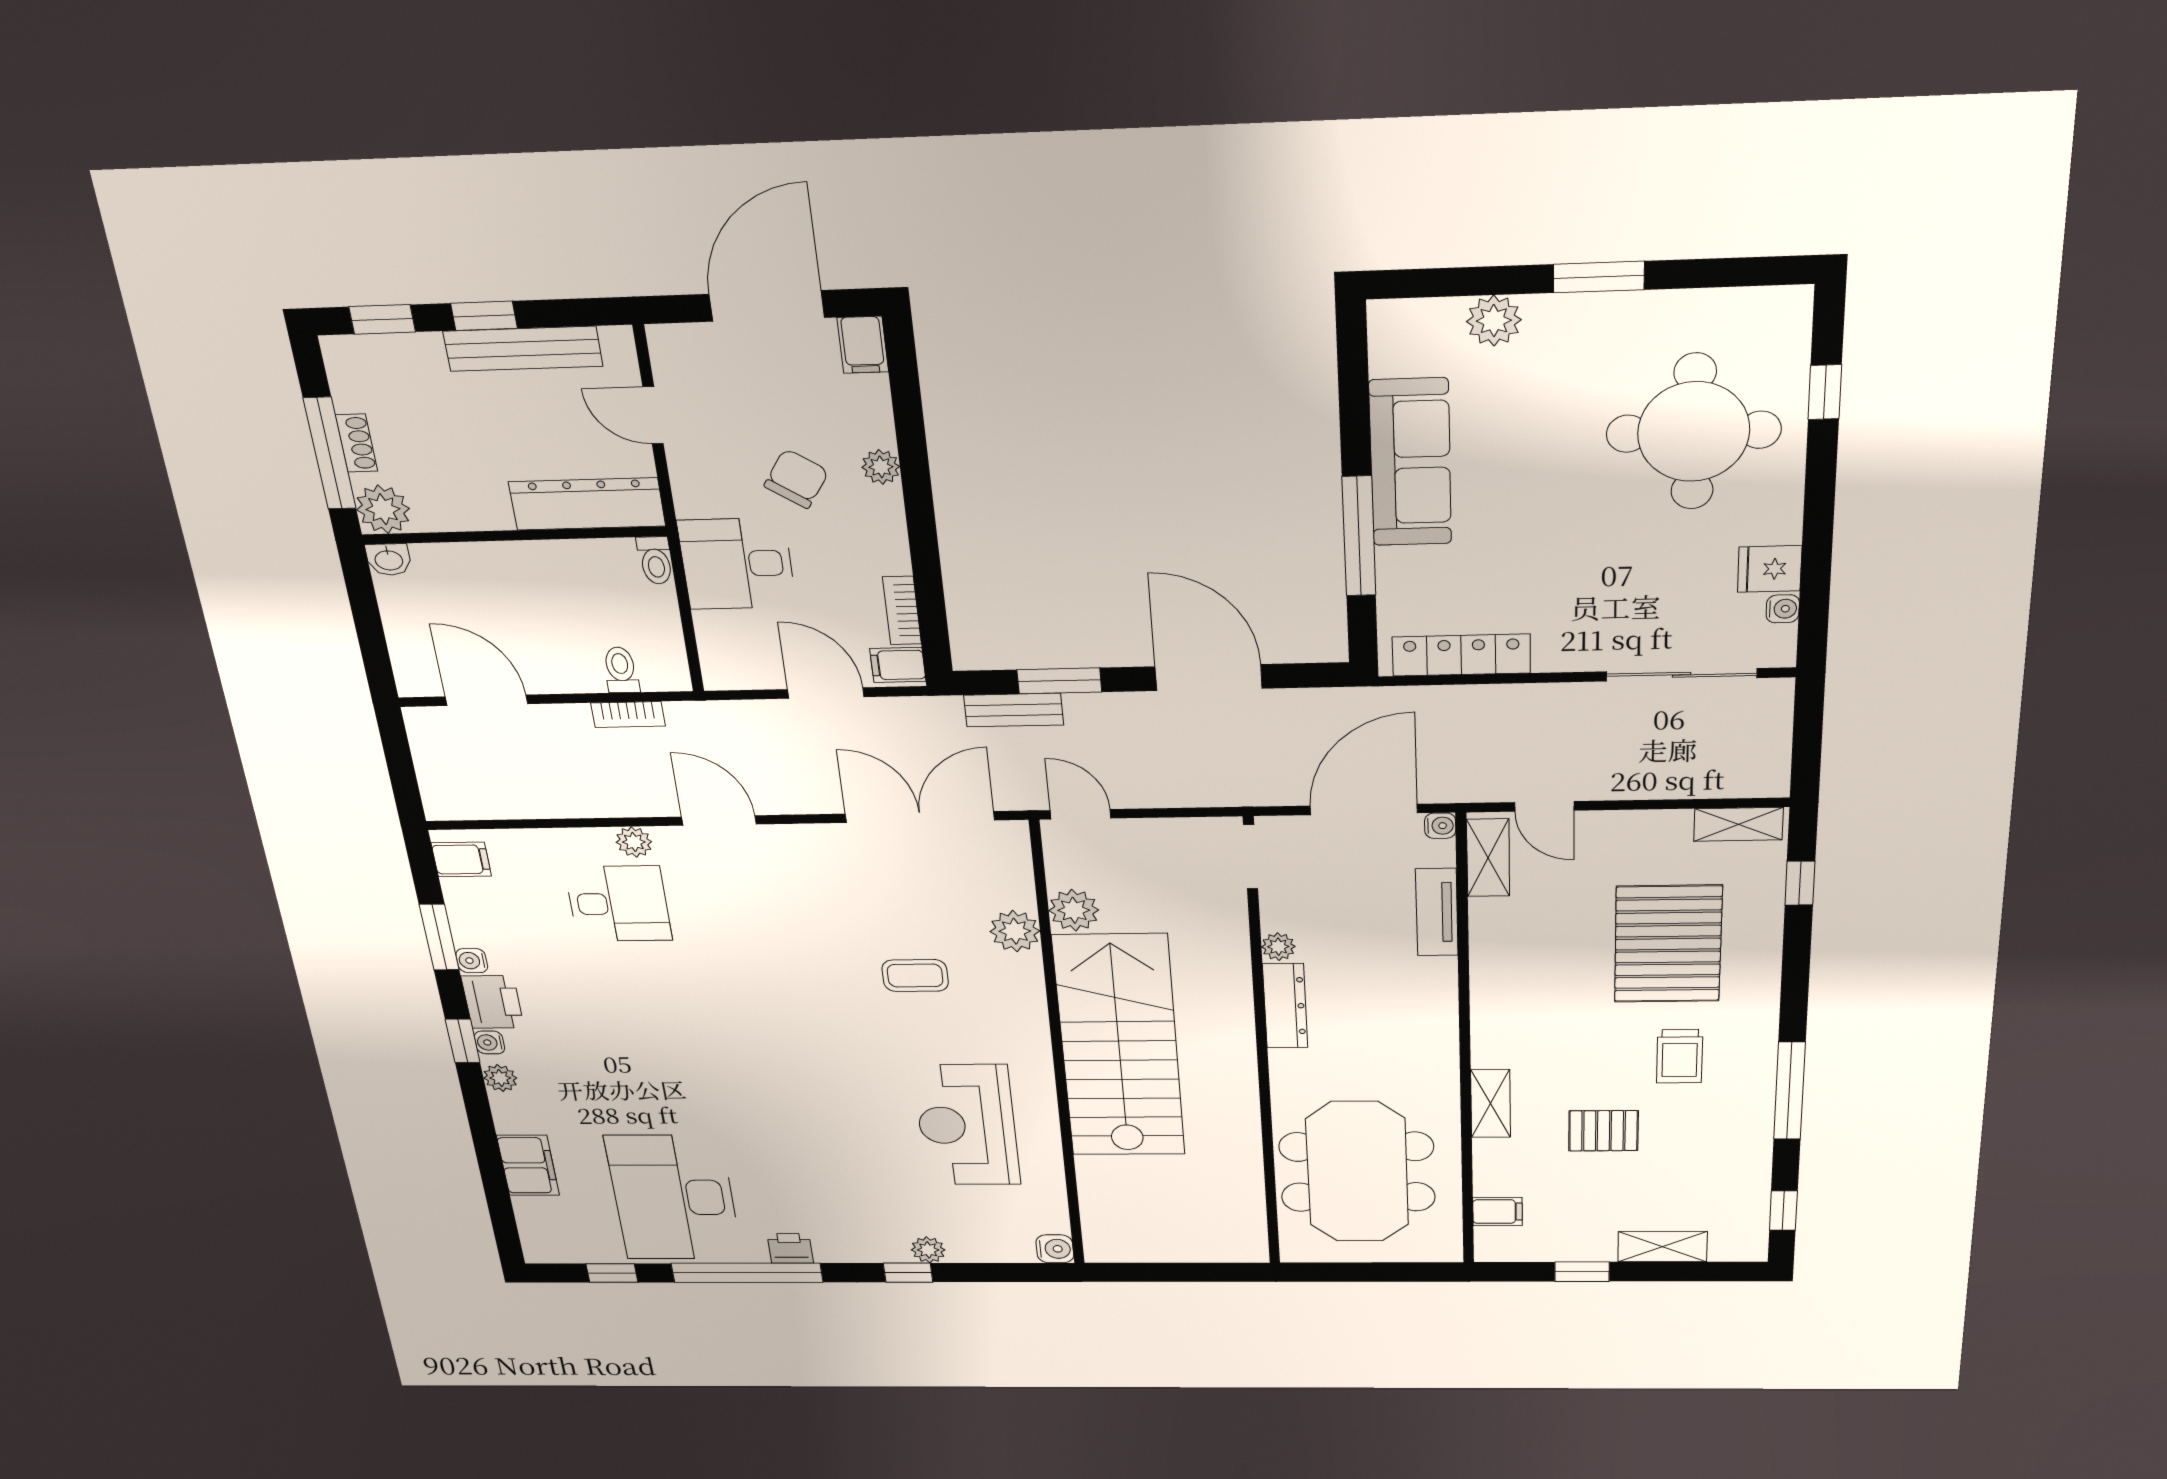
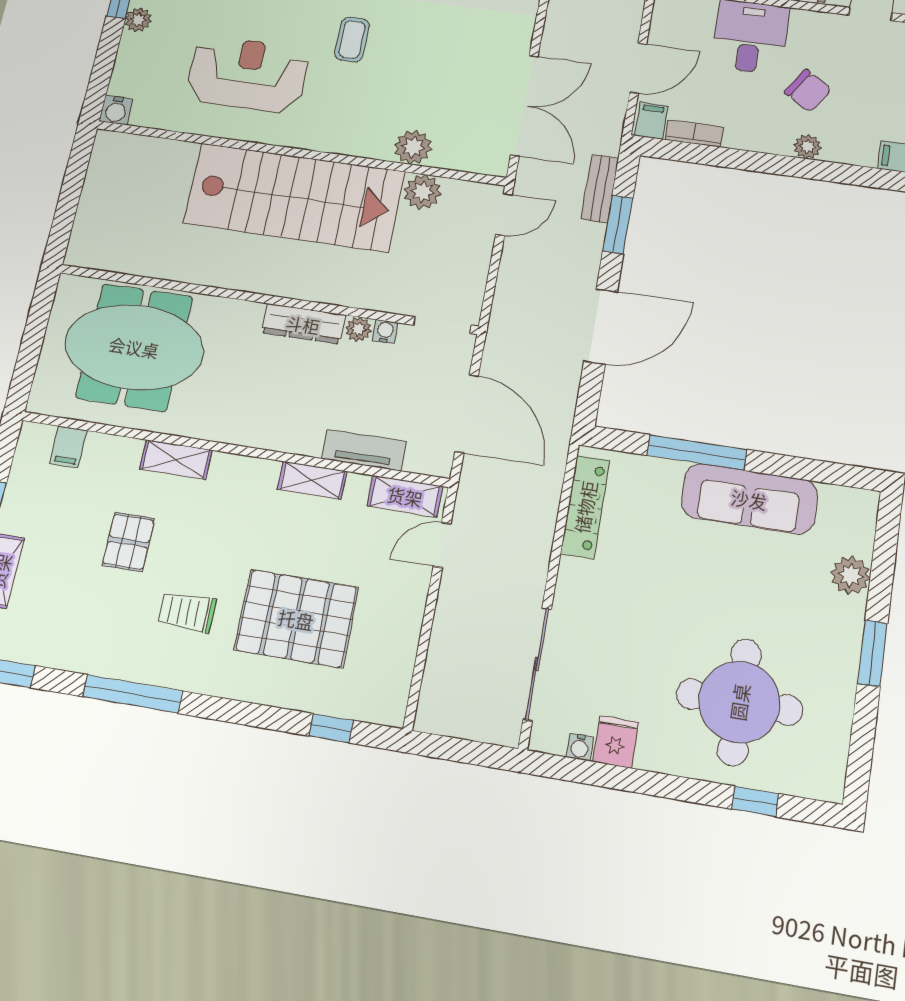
shelving: (1738, 824) -> (312, 480), moved, turned 90
water cooler: (1440, 826) -> (385, 332), moved, turned 180
coffee table: (915, 976) -> (352, 39), moved

